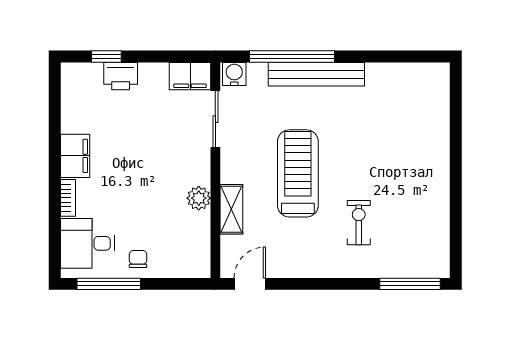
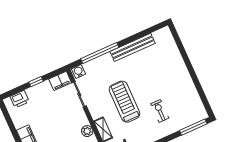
window: (106, 56) -> (36, 82), moved
bench: (316, 74) -> (133, 47), moved
printer: (121, 76) -> (20, 99), moved

